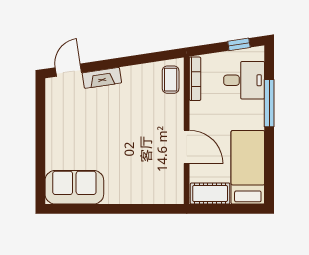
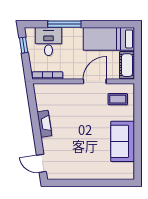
fireplace: (102, 78) -> (44, 124), moved
coffee table: (171, 80) -> (118, 99), moved
sofa: (74, 187) -> (123, 141), moved

